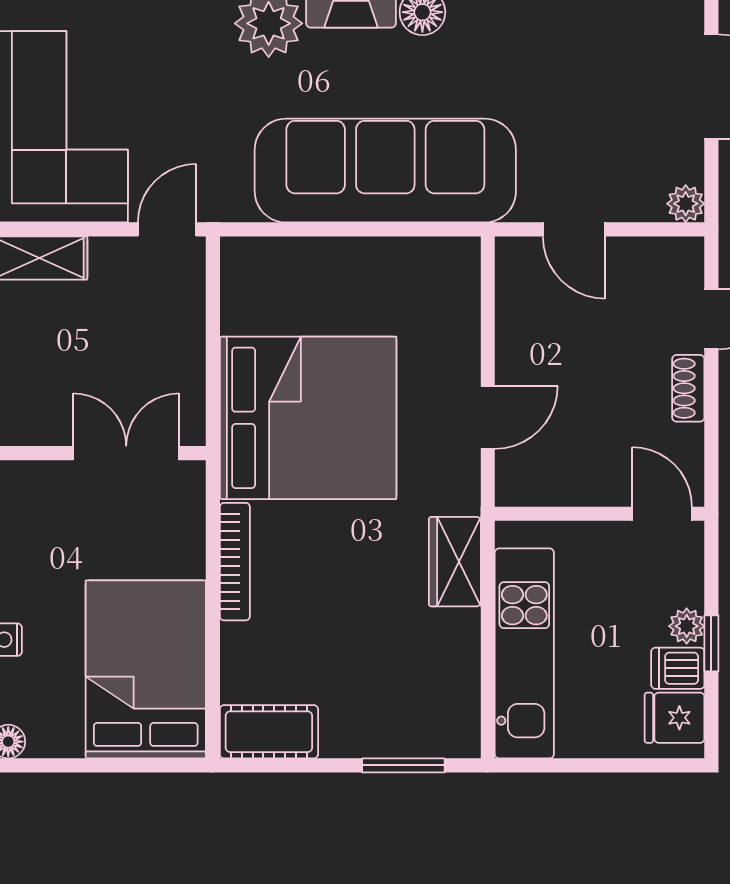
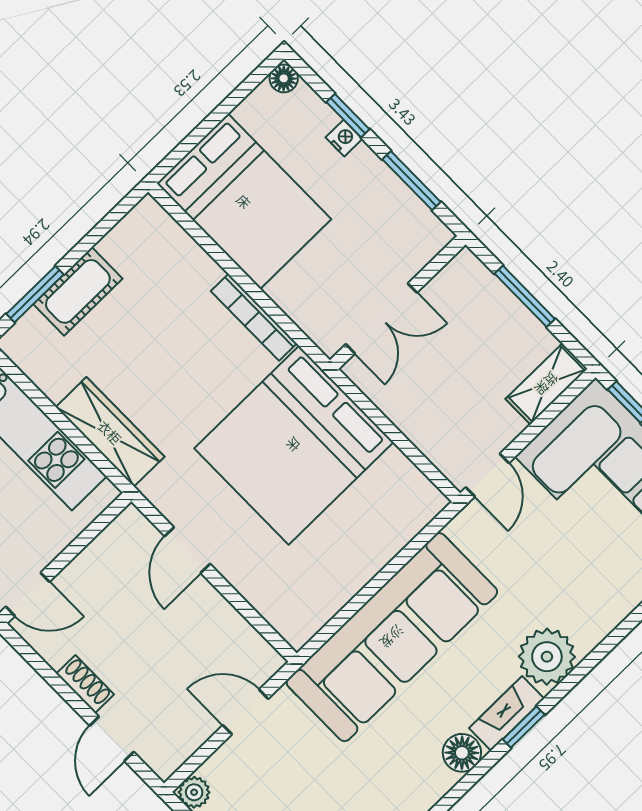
wardrobe: (455, 562) -> (110, 432), width x1.50
cot: (269, 732) -> (78, 291), moved

